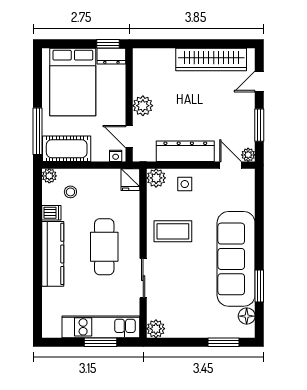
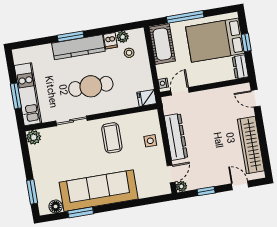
window: (108, 44) -> (246, 43), moved
door: (154, 44) -> (256, 98), added
plant: (143, 106) -> (206, 98), removed
window: (259, 125) -> (206, 191), width x0.67
window: (38, 131) -> (185, 17), moved
plant: (49, 176) -> (123, 37), moved
plant: (156, 178) -> (151, 118), removed
window: (38, 261) -> (71, 36), added

